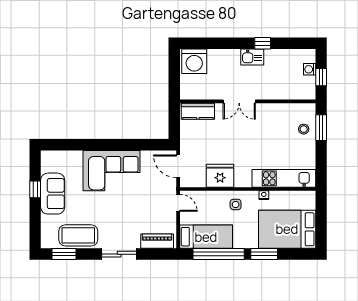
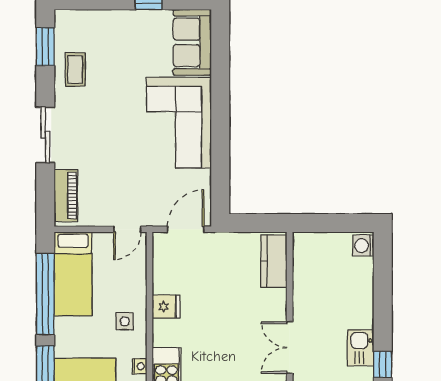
washing machine: (194, 61) -> (363, 246), width x0.53, depth x0.53
double door: (239, 101) -> (290, 347), moved
fridge: (220, 176) -> (166, 307), width x0.53, depth x0.75
sofa: (53, 194) -> (192, 42), moved, turned 90
coffee table: (78, 235) -> (75, 69), width x0.54, depth x0.58

